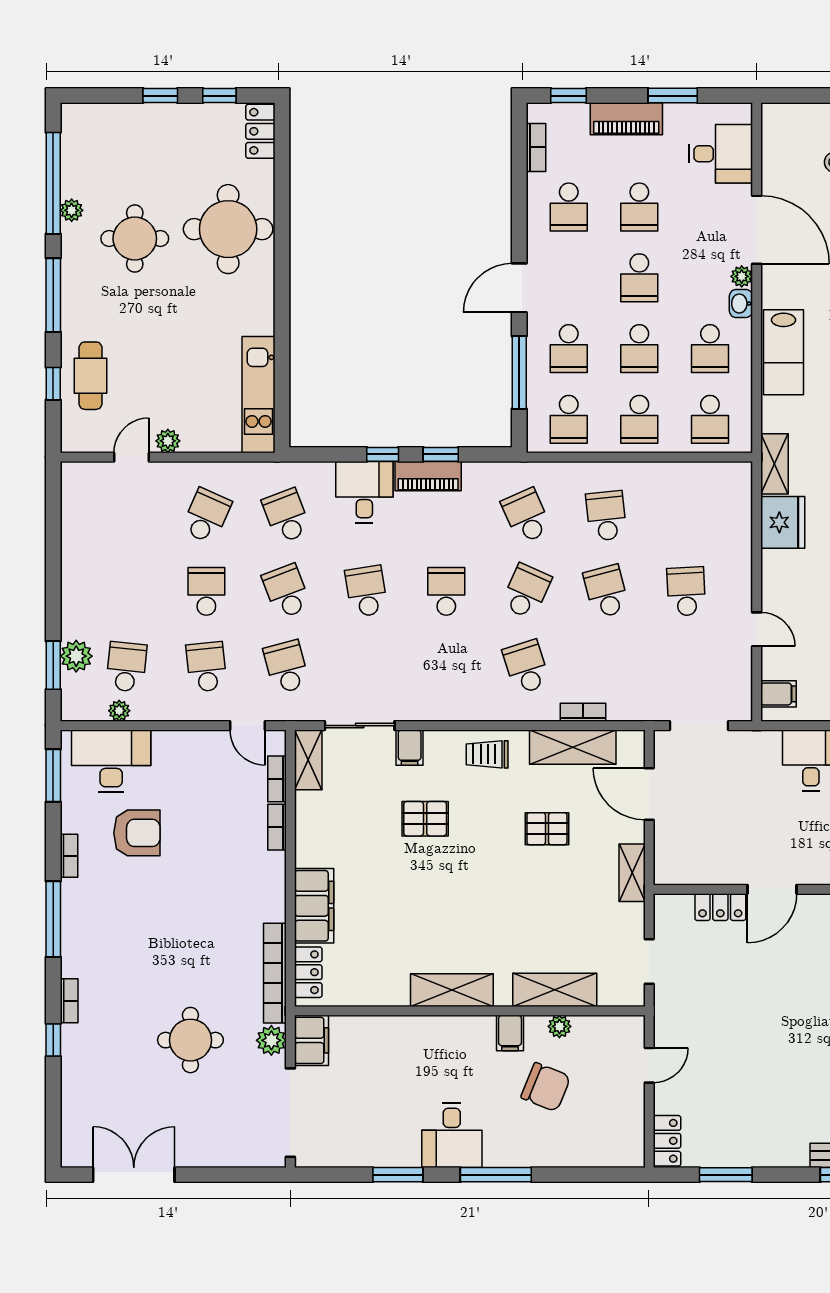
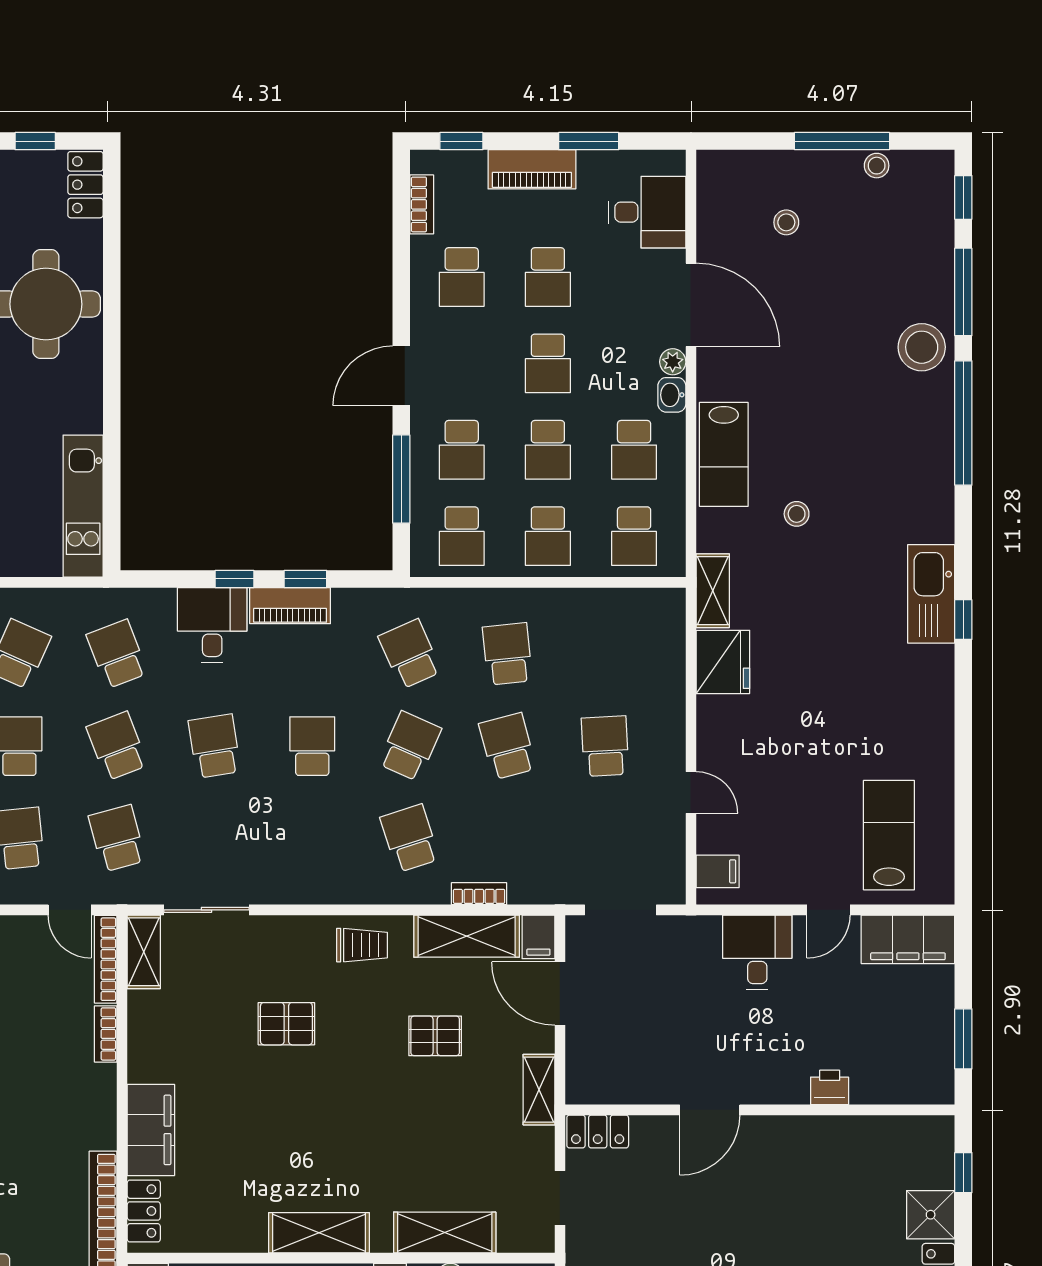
filing cabinet: (410, 748) -> (538, 937), moved
trolley: (487, 754) -> (362, 945), turned 180
bookcase: (277, 779) -> (106, 959), width x1.56
locker: (720, 907) -> (598, 1131), moved

